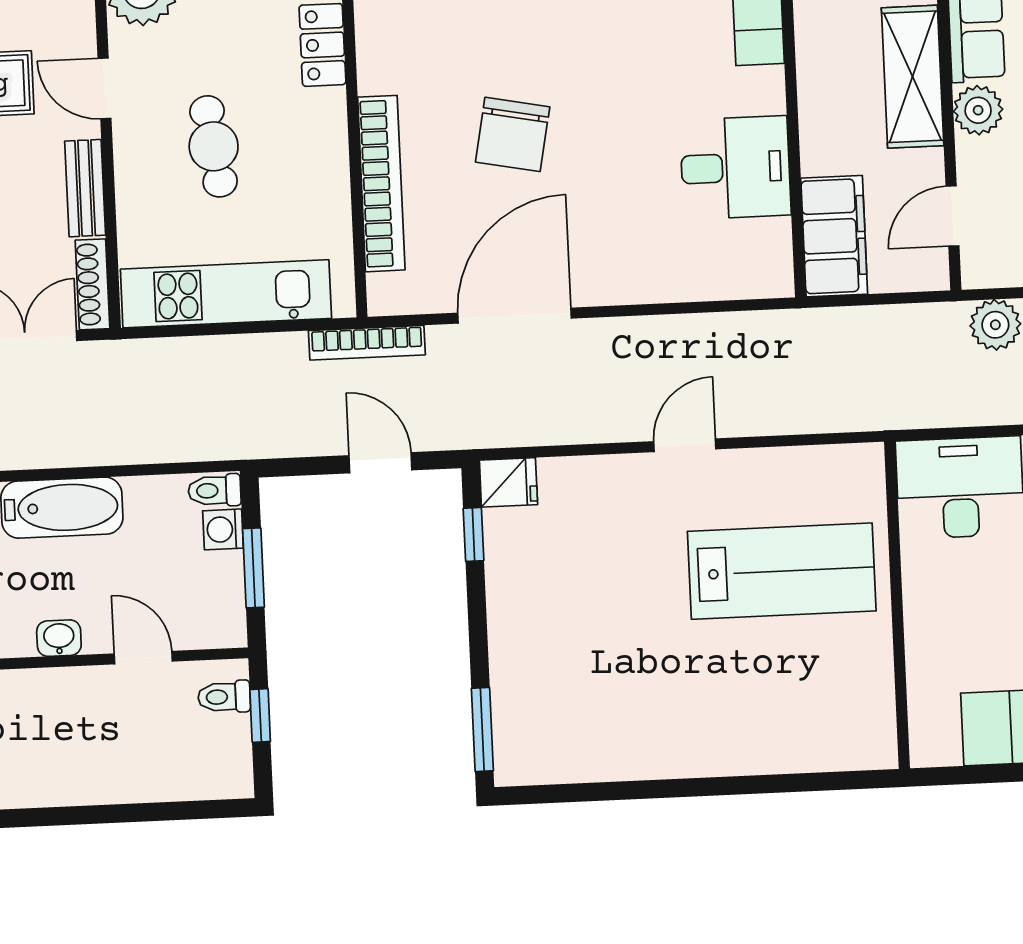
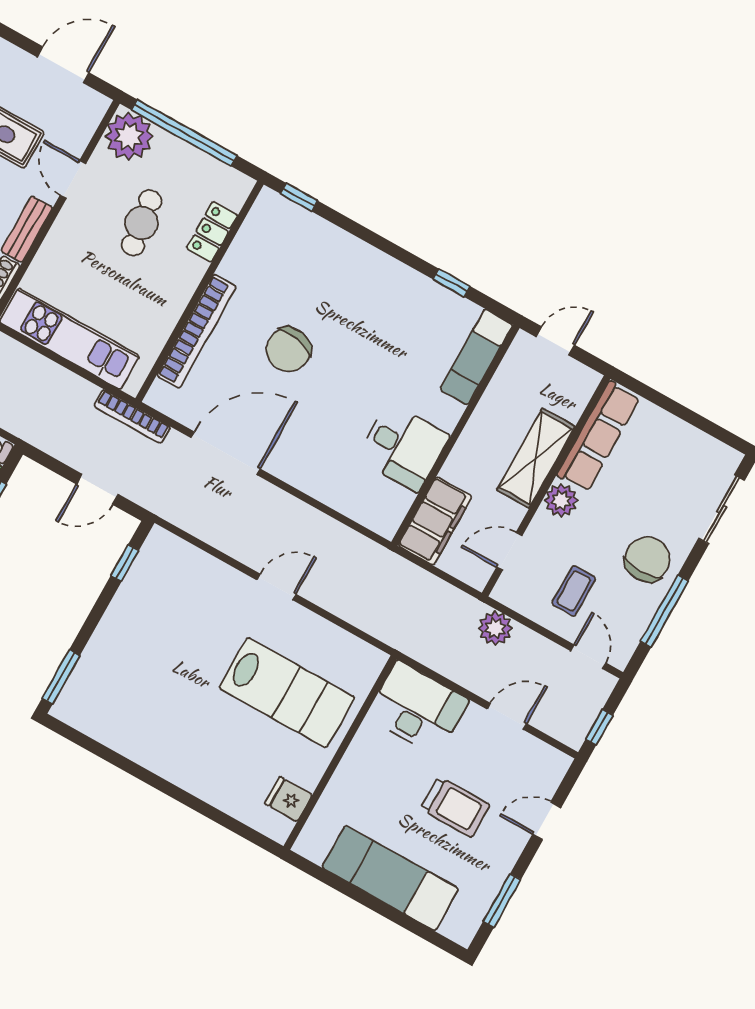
cafe table: (214, 146) -> (142, 223), moved
door: (380, 463) -> (97, 489), swing flipped
fridge: (508, 482) -> (288, 799), moved, turned 180

